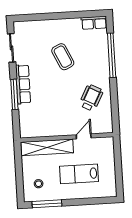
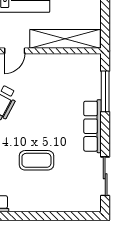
coffee table: (63, 57) -> (36, 160), turned -65
window: (14, 94) -> (105, 91), moved

